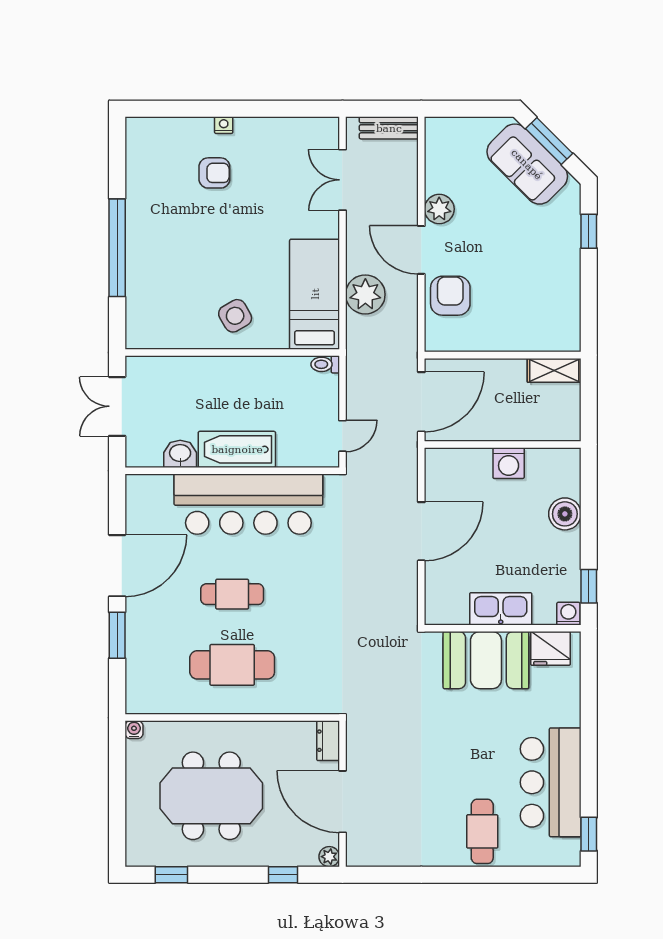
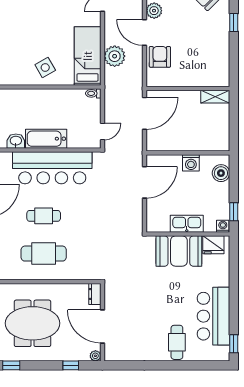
wall: (503, 444) -> (188, 153), moved
washing machine: (509, 463) -> (191, 163), moved

